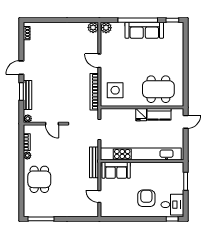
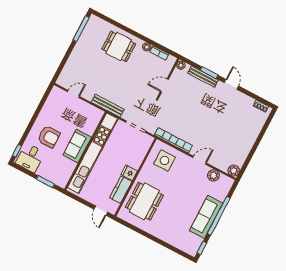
plant: (106, 28) -> (213, 175), moved
sofa: (116, 170) -> (77, 146), moved

